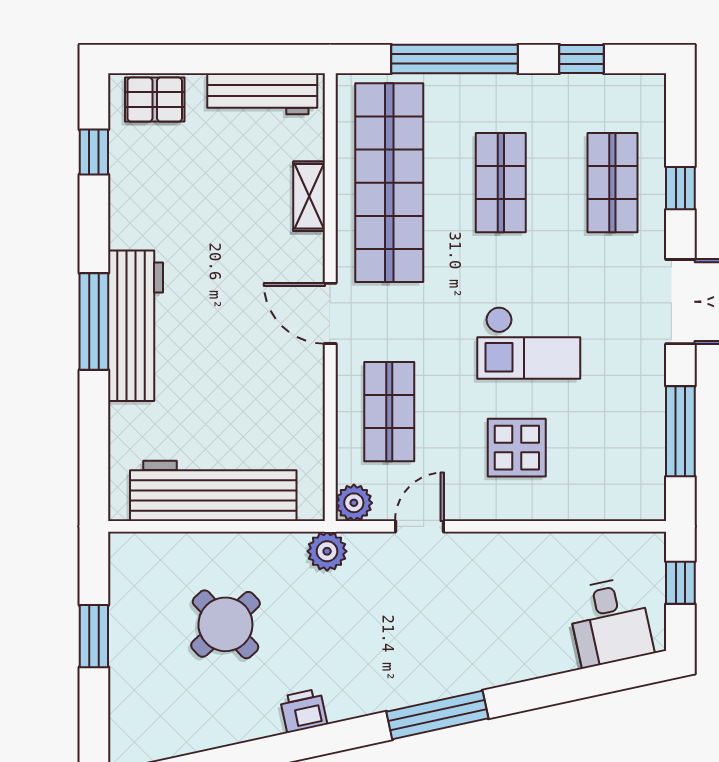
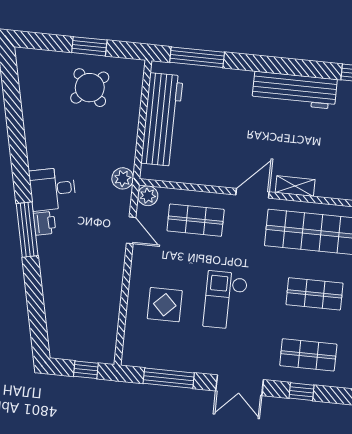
shelving: (309, 196) -> (295, 186), moved
window: (94, 321) -> (197, 57), moved
workbench: (136, 326) -> (295, 90), moved
display table: (517, 448) -> (165, 305), moved
desk: (610, 622) -> (52, 189), moved
round table: (225, 624) -> (90, 88), moved
printer: (303, 711) -> (44, 223), moved

